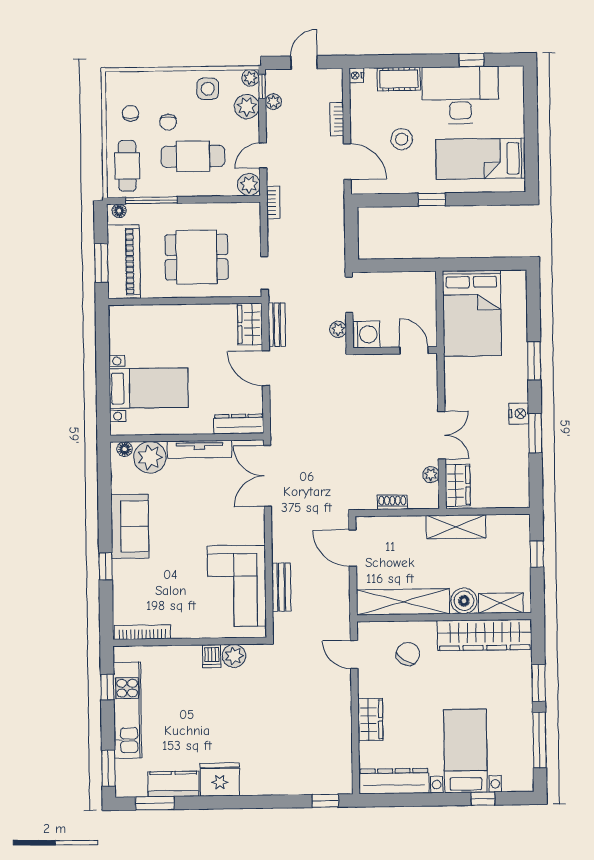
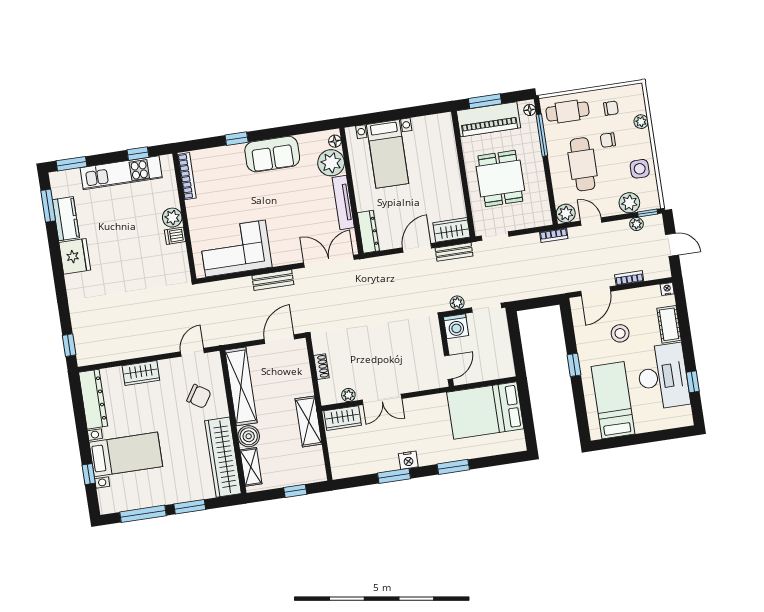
plant: (250, 78) -> (641, 122), moved
bench: (281, 587) -> (273, 280), moved
plant: (234, 656) -> (172, 218), moved

